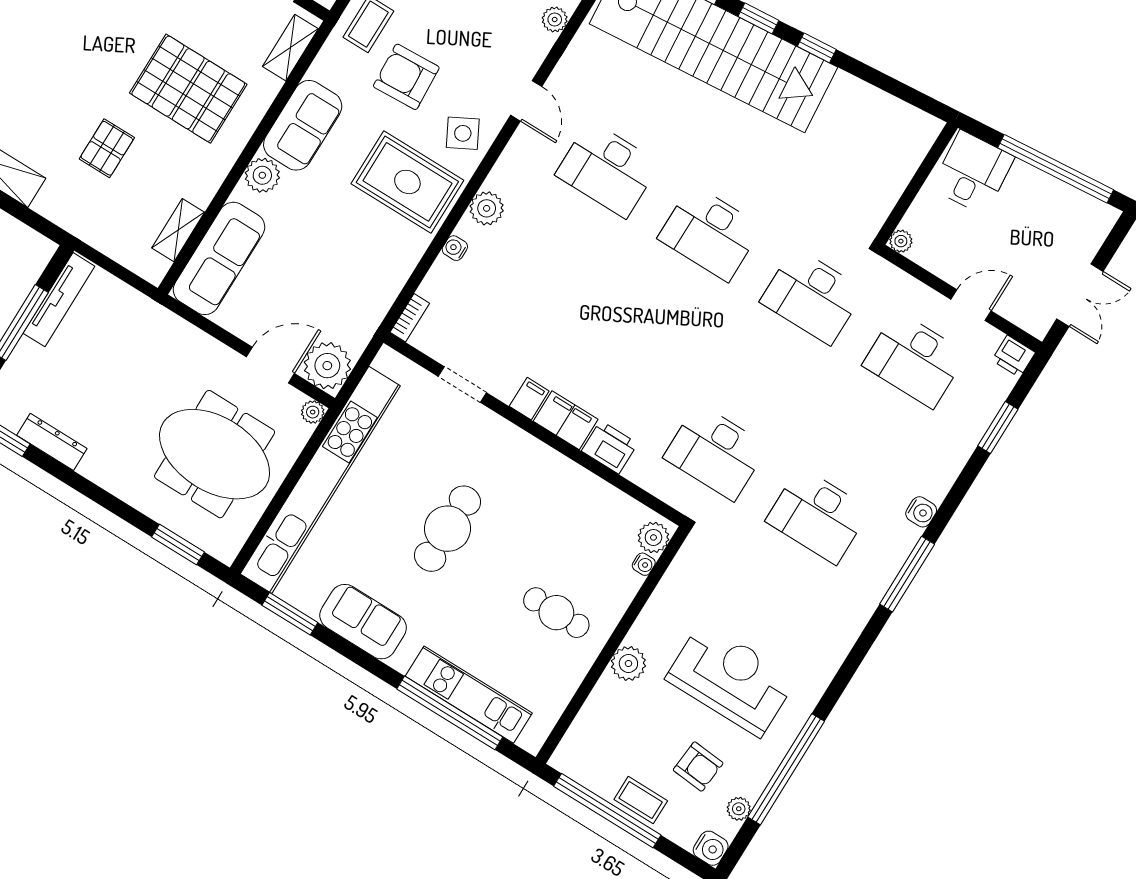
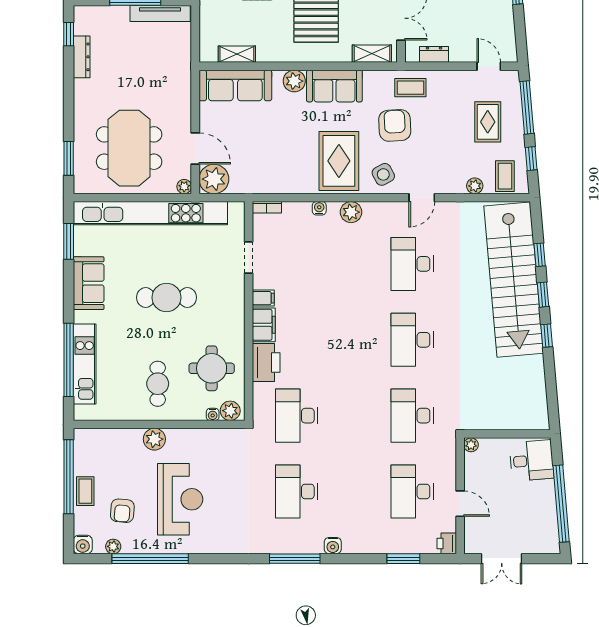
printer: (610, 447) -> (266, 362), width x1.37, depth x1.19
round table: (581, 527) -> (212, 368), added

